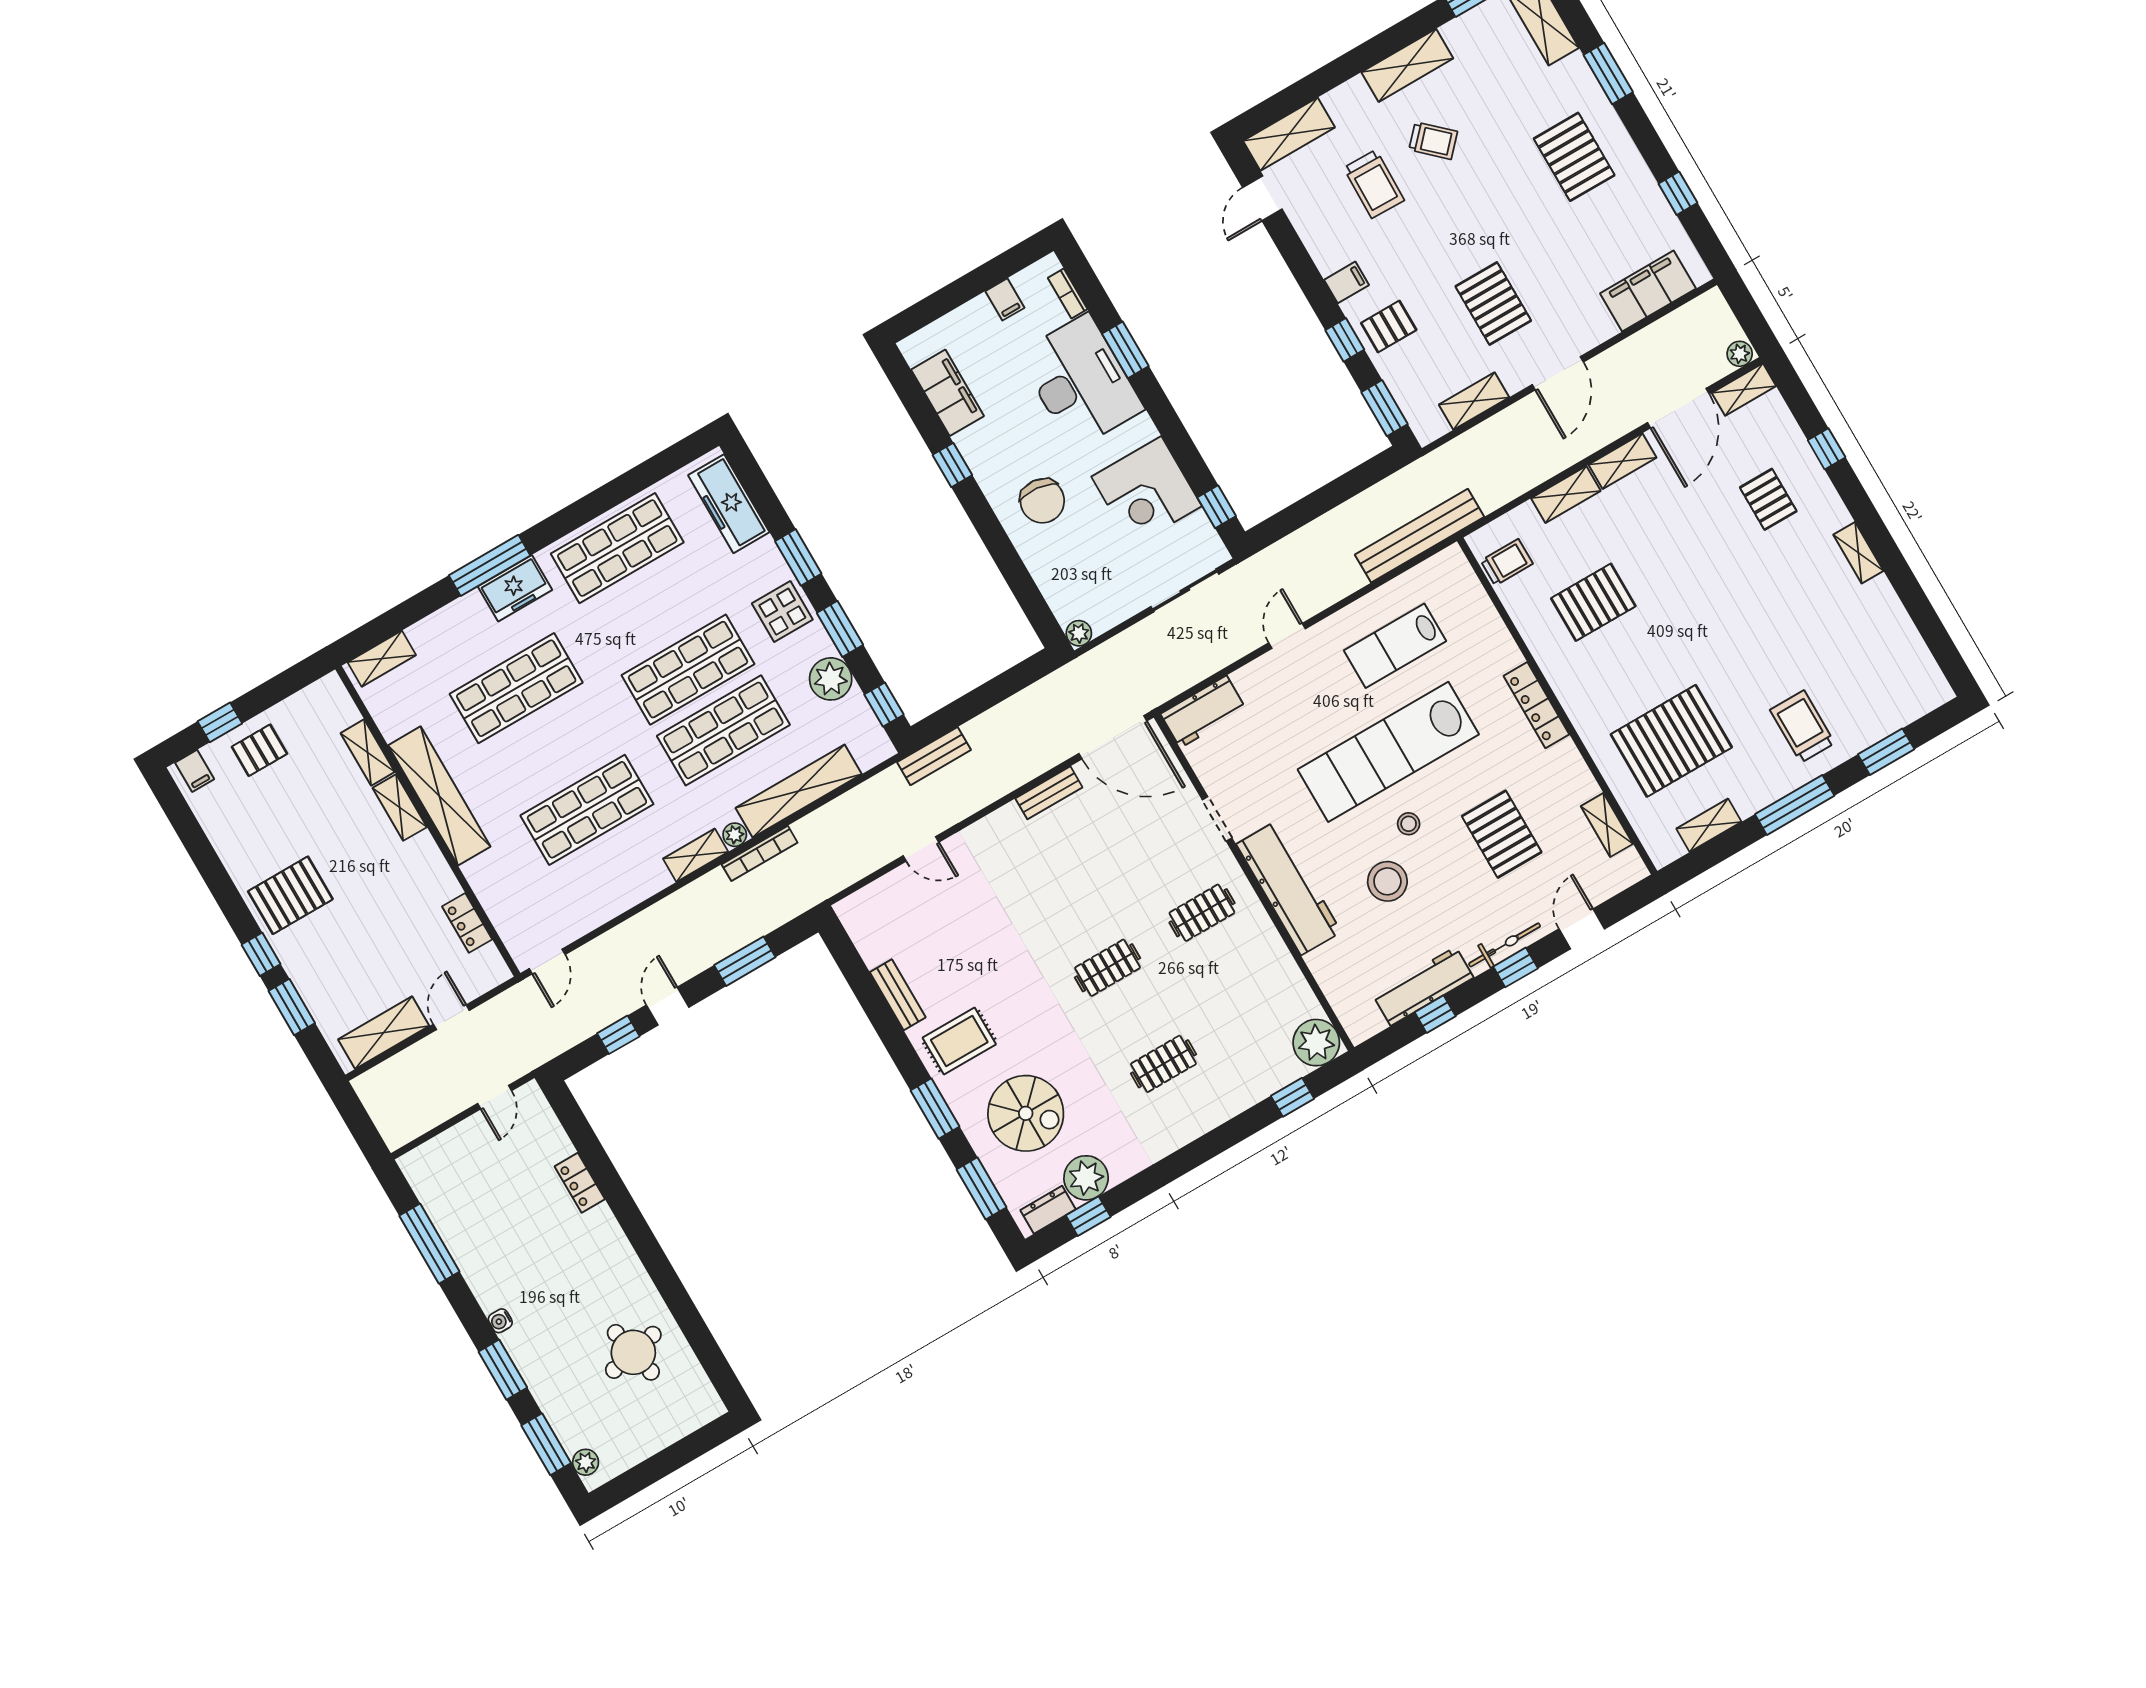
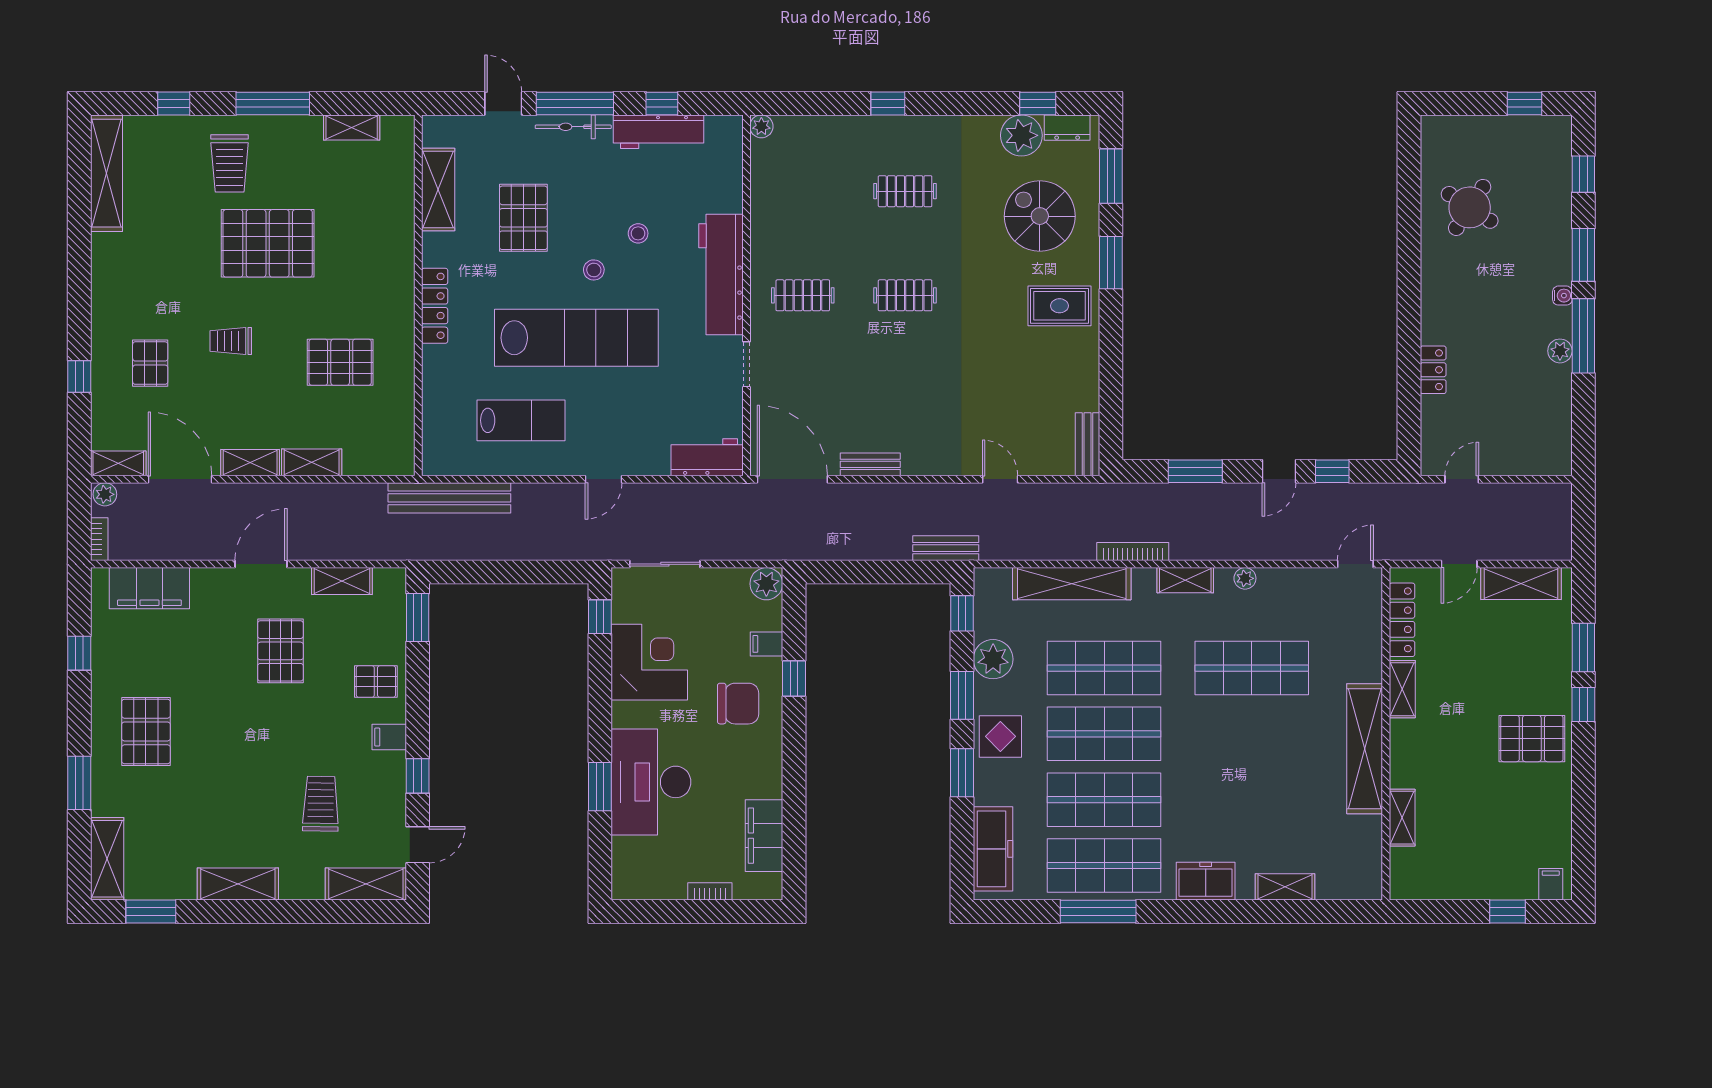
trolley: (1433, 141) -> (252, 811), removed
bookcase: (1068, 293) -> (710, 891), moved, turned -90
filing cabinet: (1005, 299) -> (767, 644), moved, turned -90
bookcase: (1721, 309) -> (99, 539), added
window: (1345, 340) -> (418, 776), moved
door: (1678, 408) -> (180, 479), hinge flipped
window: (952, 465) -> (794, 678), moved
chair: (1042, 501) -> (738, 704), turned 84
shelving: (1858, 553) -> (106, 173), moved, width x2.20, depth x1.33
trolley: (1507, 562) -> (231, 341), moved
window: (490, 565) -> (1098, 912), moved
plant: (1079, 633) -> (766, 584), width x1.38, depth x1.38
shelving: (382, 659) -> (1285, 887), moved
shop shelf: (516, 688) -> (1104, 800), moved
pallet: (1671, 741) -> (268, 243), moved
pallet: (259, 750) -> (1489, 870), removed
window: (1886, 752) -> (174, 103), width x0.67
shelving: (400, 808) -> (1402, 689), moved
shelving: (1607, 825) -> (438, 190), width x1.50, depth x1.33
plant: (735, 835) -> (1245, 578), moved
stool: (1387, 881) -> (638, 233), width x0.53, depth x0.53
locker: (467, 923) -> (1402, 620), width x1.53
door: (1582, 929) -> (503, 103), swing flipped
window: (1516, 967) -> (575, 103), width x2.17
bench: (898, 995) -> (1087, 444), moved
plant: (1316, 1043) -> (761, 126), width x0.53, depth x0.53
window: (1292, 1097) -> (888, 103), moved
window: (429, 1244) -> (1583, 336), moved
round table: (633, 1352) -> (1470, 207), turned 45
window: (546, 1444) -> (1583, 174), width x0.67
plant: (586, 1462) -> (1560, 351), moved
window: (639, 1478) -> (1524, 103), added

